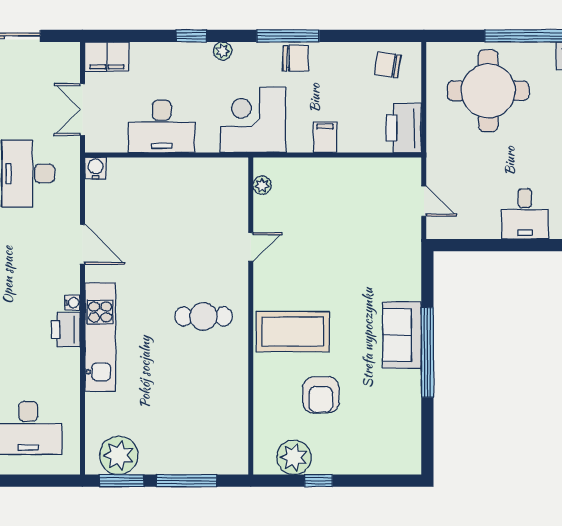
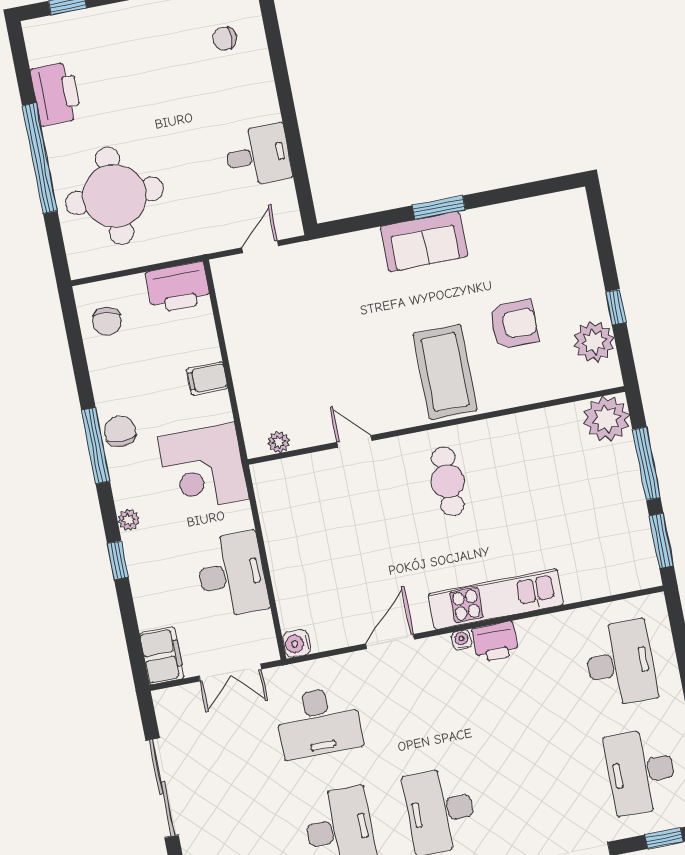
desk: (525, 214) -> (258, 155), moved
window: (427, 352) -> (439, 208), width x0.47
plant: (119, 455) -> (607, 419), moved

